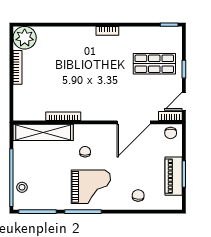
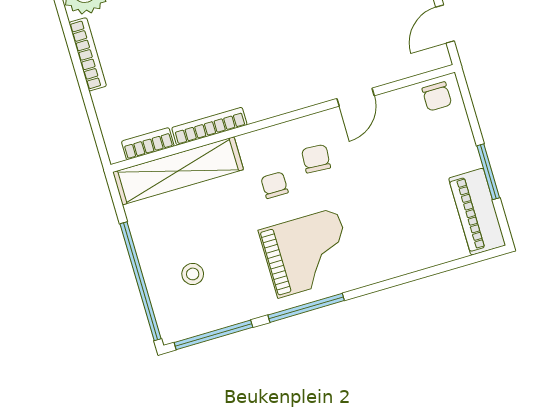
bookcase: (170, 116) -> (148, 144), moved
door: (134, 122) -> (356, 97), width x0.53
piano: (174, 176) -> (477, 212), moved
stool: (22, 187) -> (193, 274), moved
chair: (138, 195) -> (316, 159), moved

